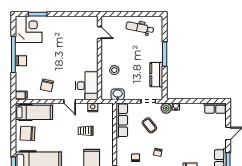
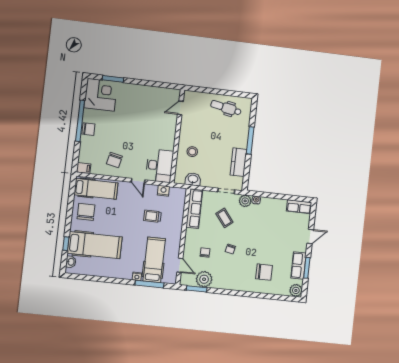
door: (99, 33) -> (180, 108), swing flipped
chair: (27, 133) -> (86, 212), turned 87

